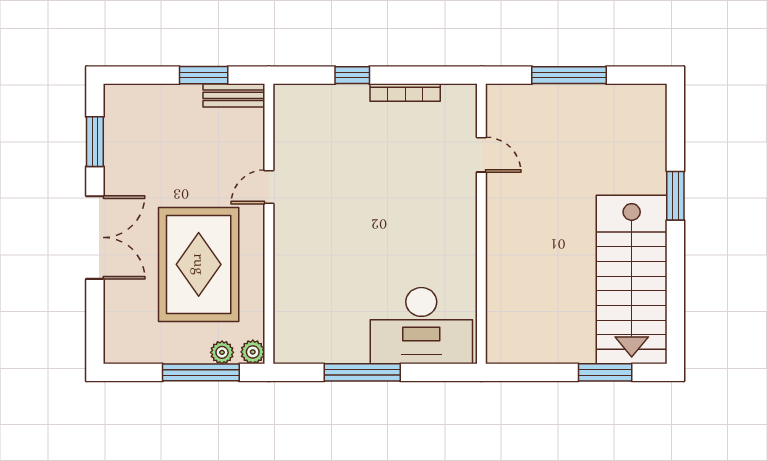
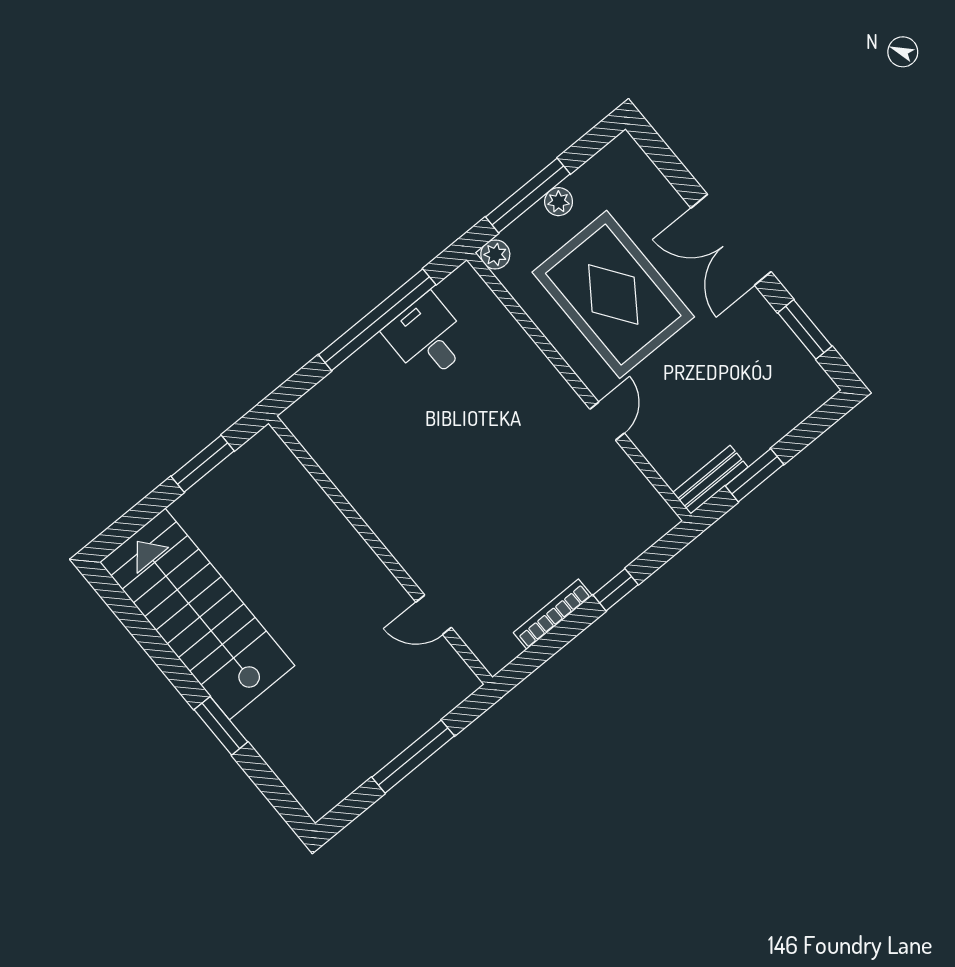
desk: (421, 326) -> (428, 338), moved, width x0.53, depth x0.77
plant: (222, 352) -> (559, 202), moved
window: (362, 372) -> (377, 320), width x1.46
window: (605, 372) -> (203, 464), moved

